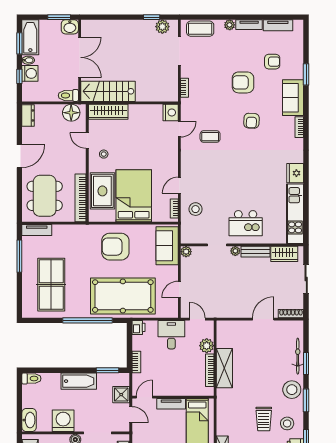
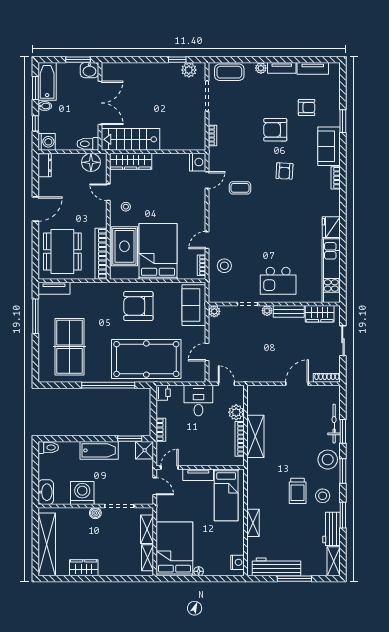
washing machine: (30, 73) -> (47, 142), moved
shower: (121, 395) -> (145, 450), moved

